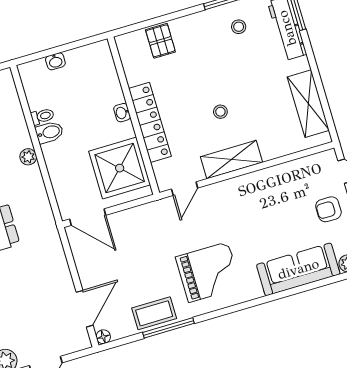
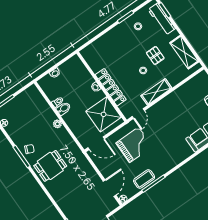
pallet: (160, 41) -> (155, 56), moved
grand piano: (208, 272) -> (134, 145), moved

